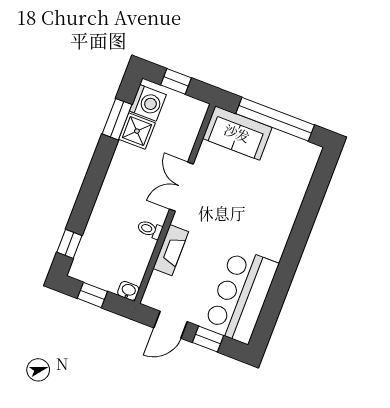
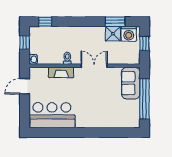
door: (171, 325) -> (25, 86), hinge flipped
window: (208, 339) -> (25, 107), removed

